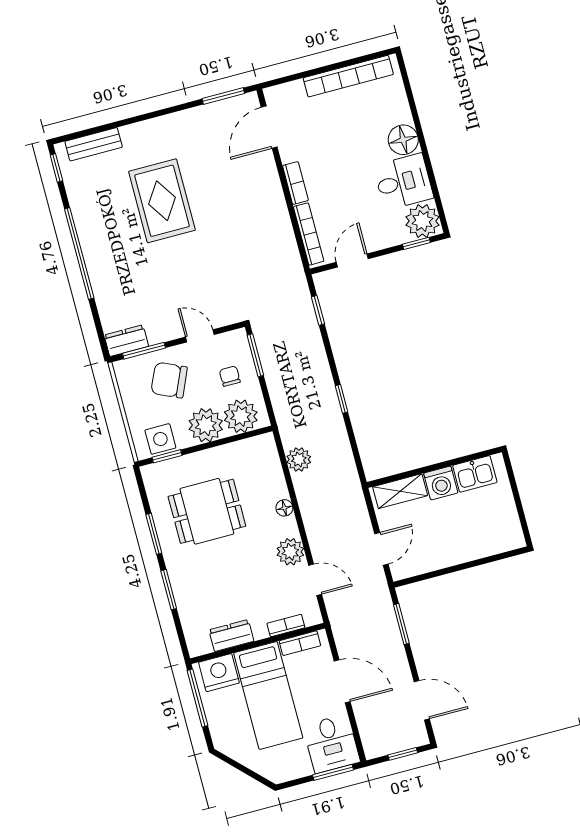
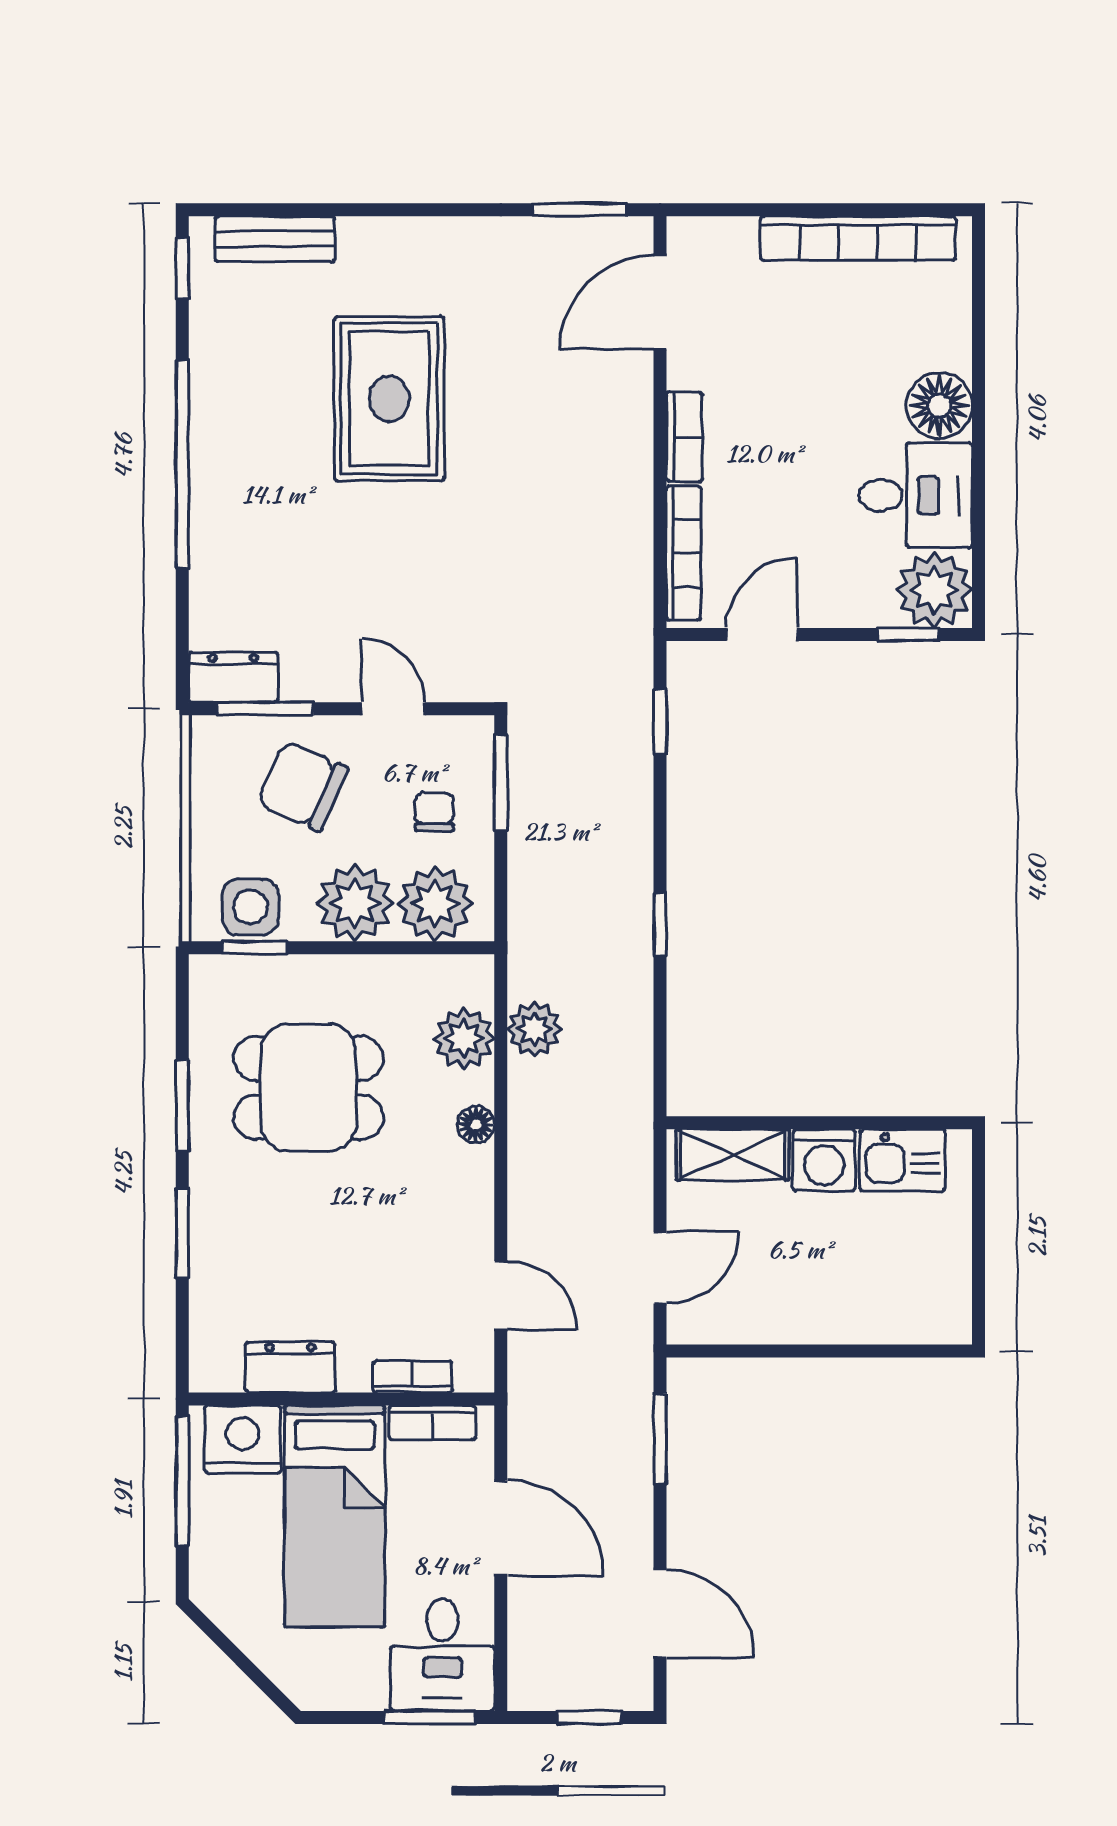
plant: (290, 552) -> (464, 1038), moved

